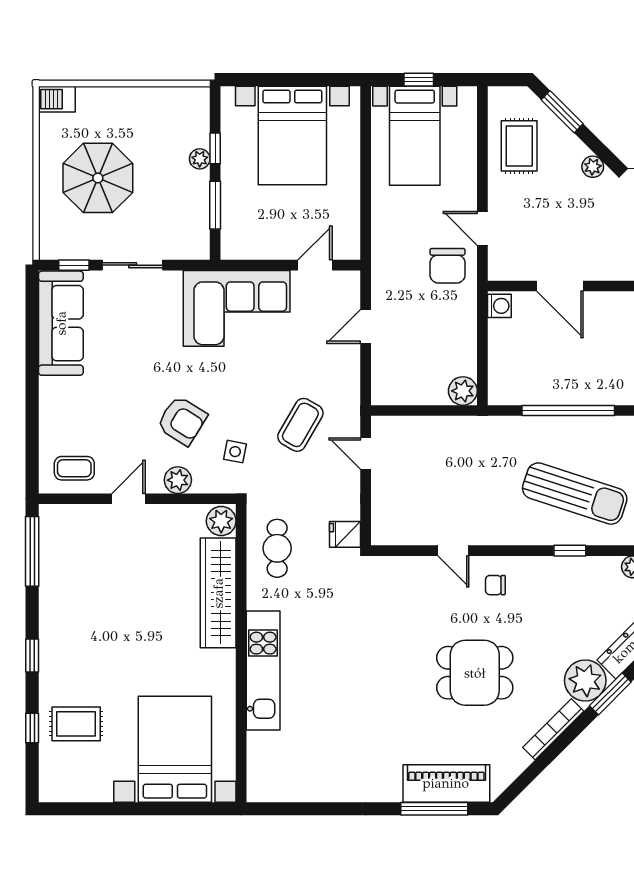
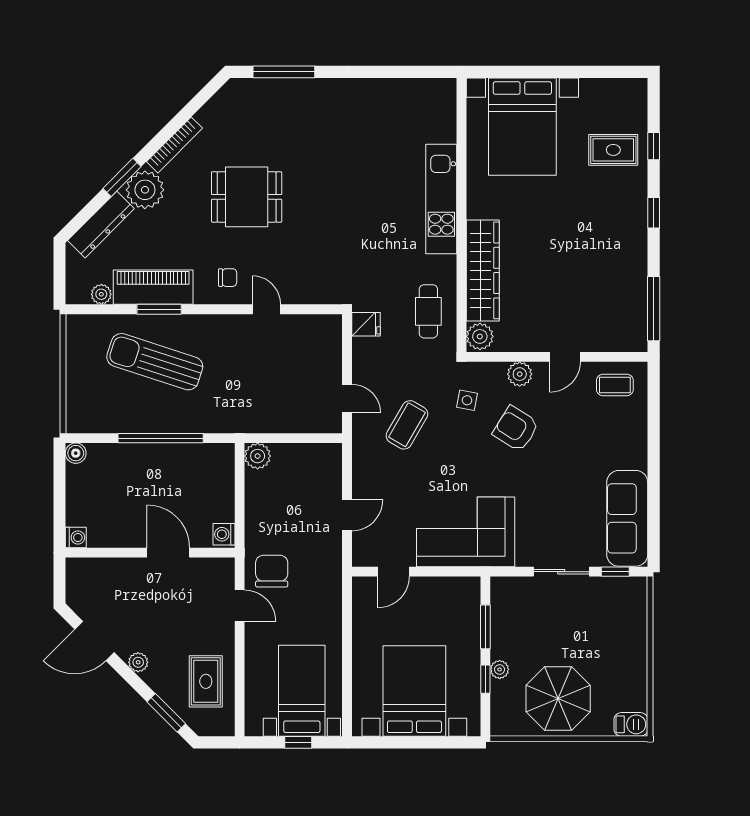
parasol: (98, 178) -> (558, 699), moved
window: (570, 551) -> (159, 309), width x1.50
piano: (446, 783) -> (153, 287), moved, turned 180

